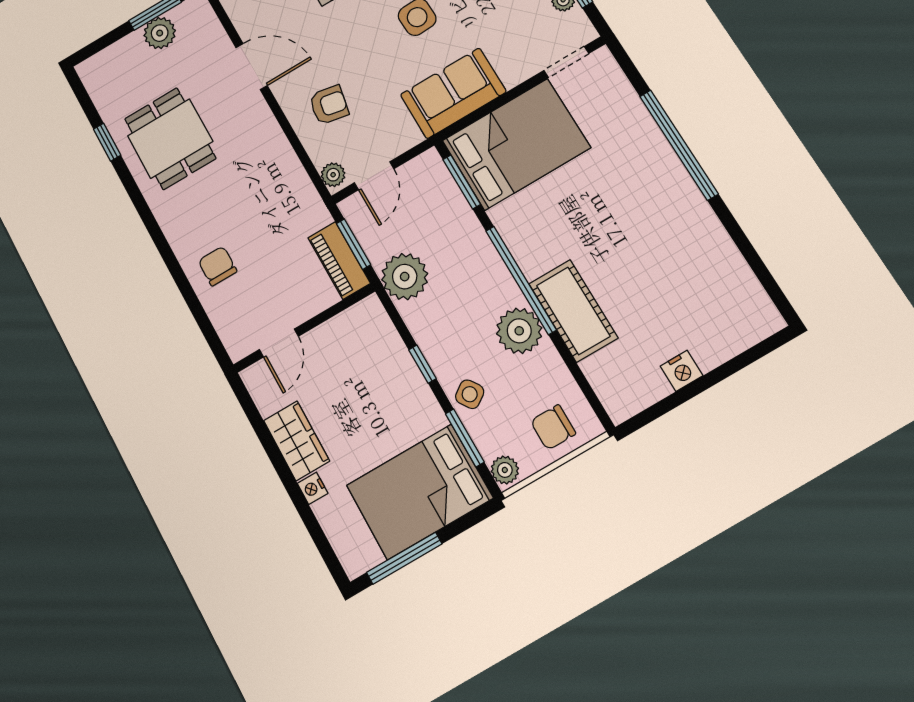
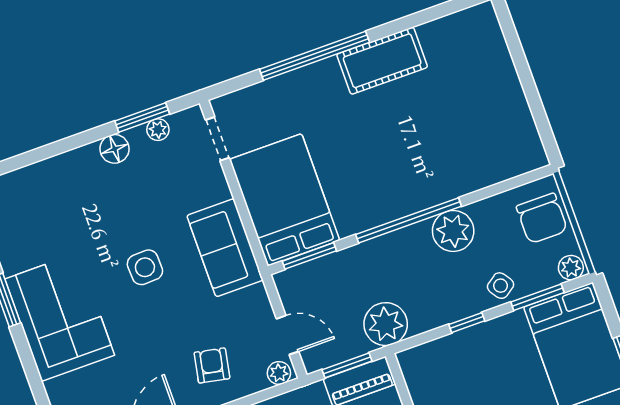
cot: (573, 311) -> (382, 61), moved
nightstand: (682, 371) -> (513, 98), removed
chair: (553, 427) -> (542, 218), width x1.37, depth x1.37

